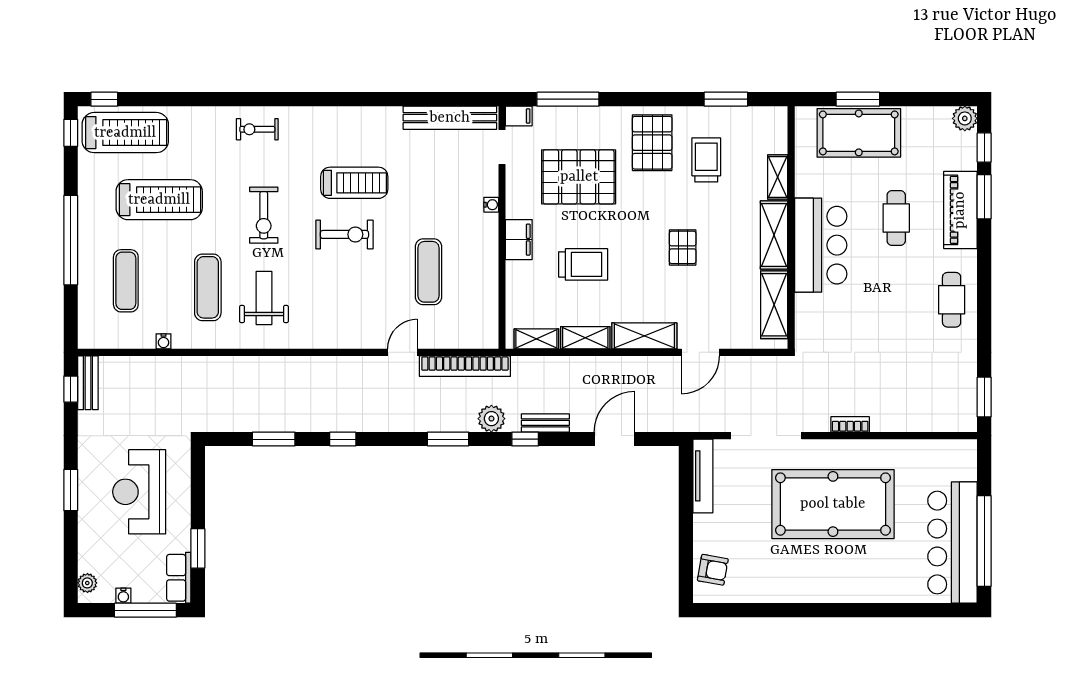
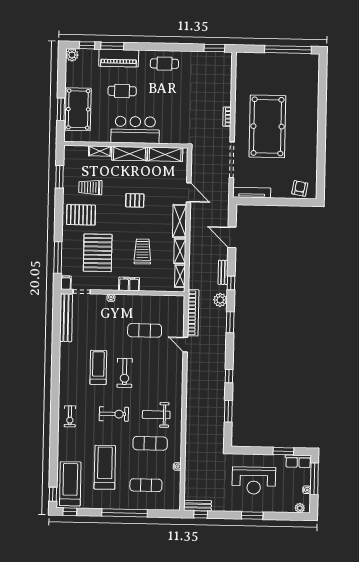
exercise bike: (344, 234) -> (125, 373), turned 180
bar counter: (952, 543) -> (288, 66), removed

